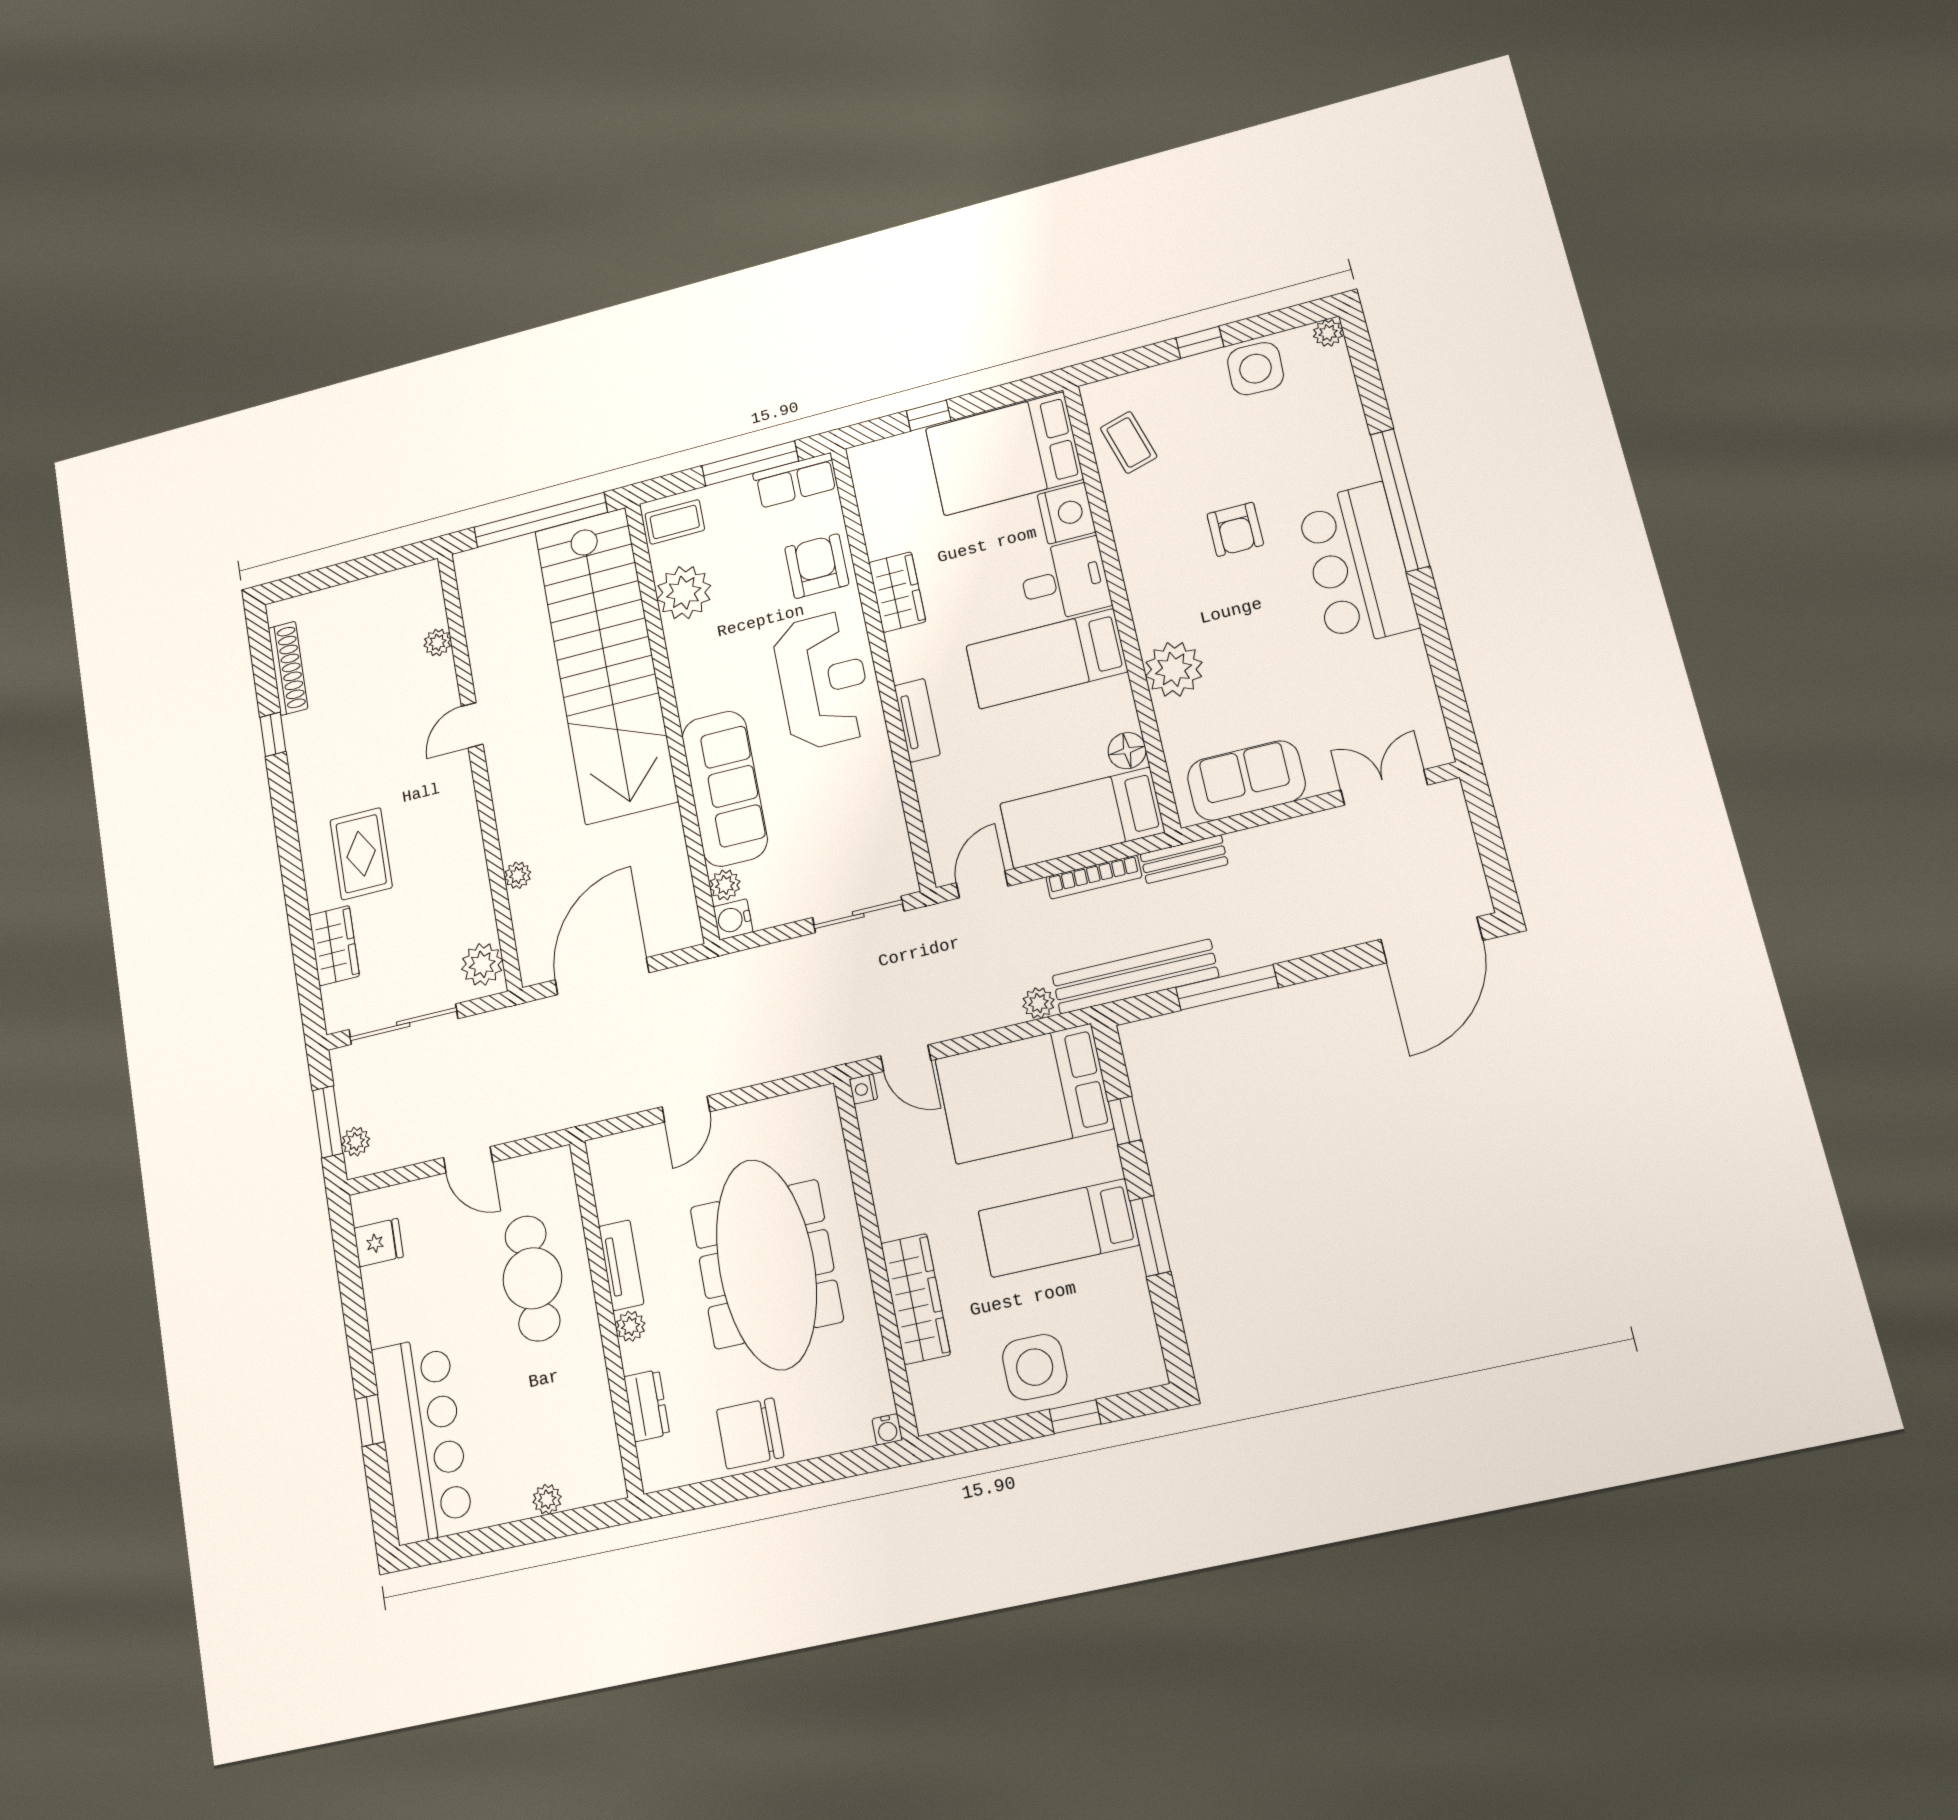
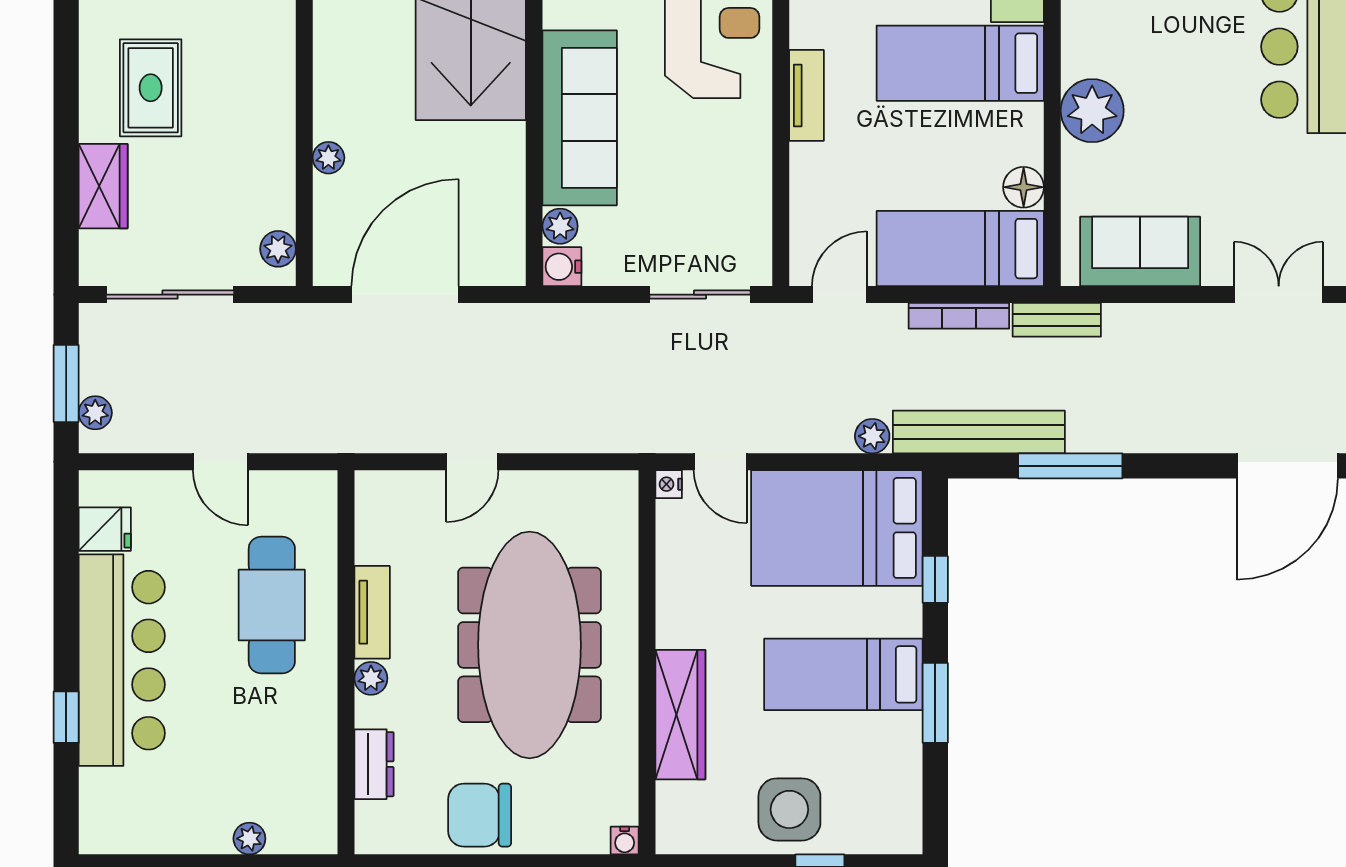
plant: (482, 964) -> (278, 249), width x0.73, depth x0.73
bar counter: (422, 1439) -> (122, 660), moved

